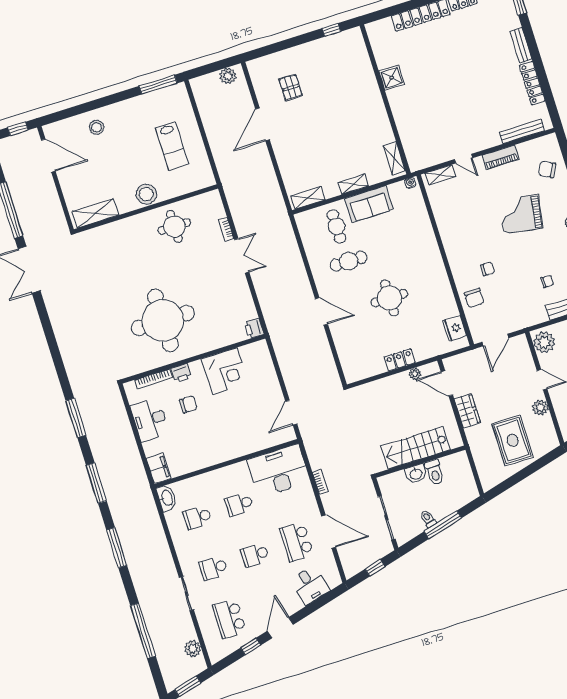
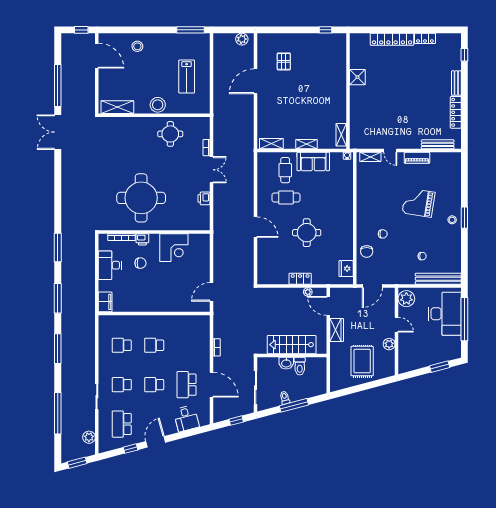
chair: (547, 169) -> (447, 177), removed
printer: (254, 328) -> (204, 198), moved
desk: (279, 471) -> (190, 330), removed
washbasin: (167, 498) -> (104, 325), removed

